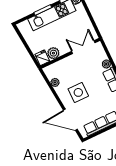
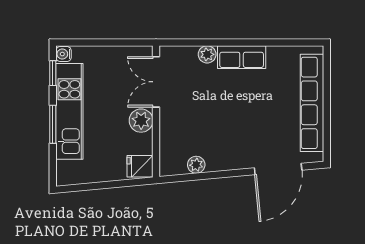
plant: (53, 53) -> (141, 121), moved
side table: (78, 92) -> (235, 131), removed

